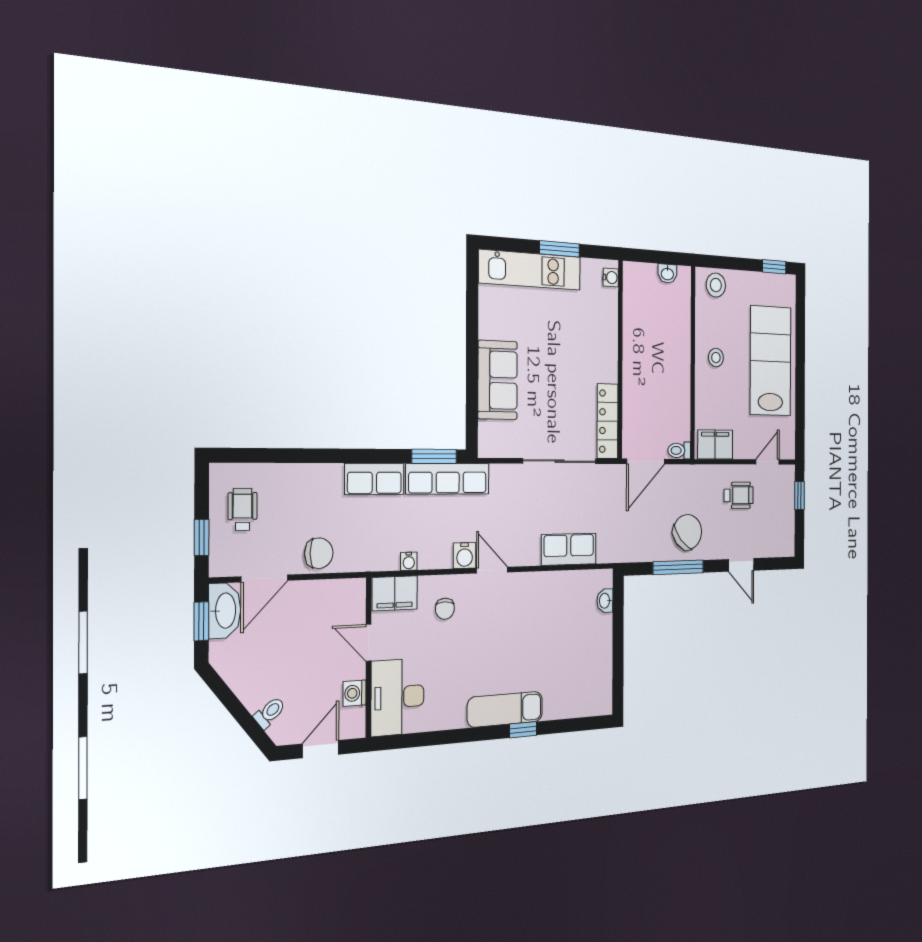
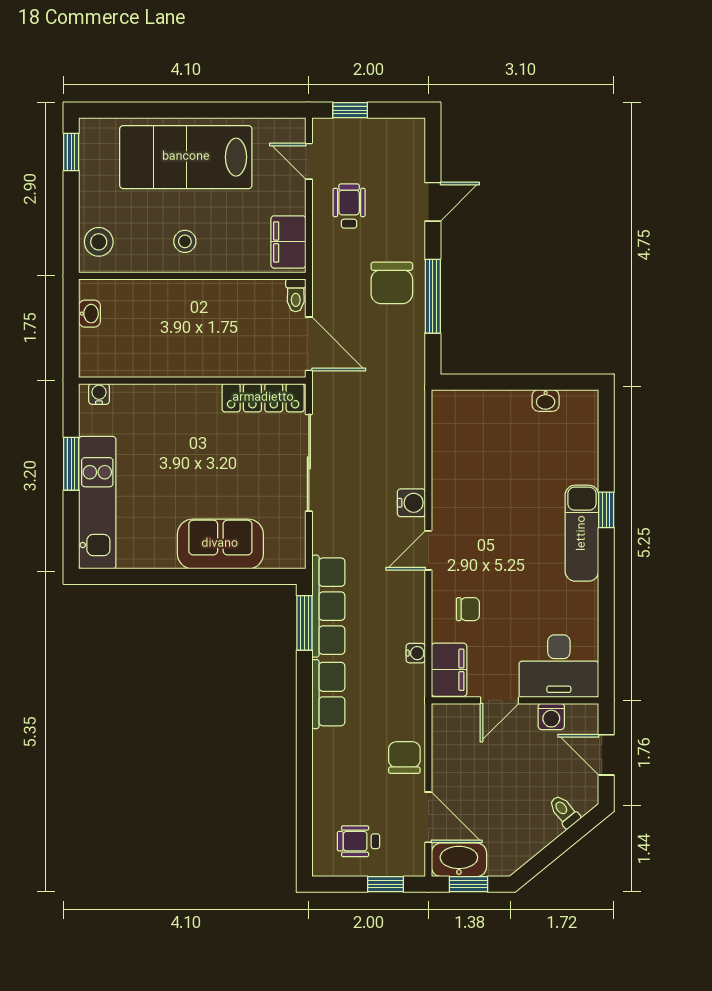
chair: (687, 532) -> (392, 283), turned -139
row of seats: (569, 549) -> (408, 450), removed
water cooler: (465, 556) -> (411, 503), moved
washbasin: (605, 601) -> (546, 400), moved

